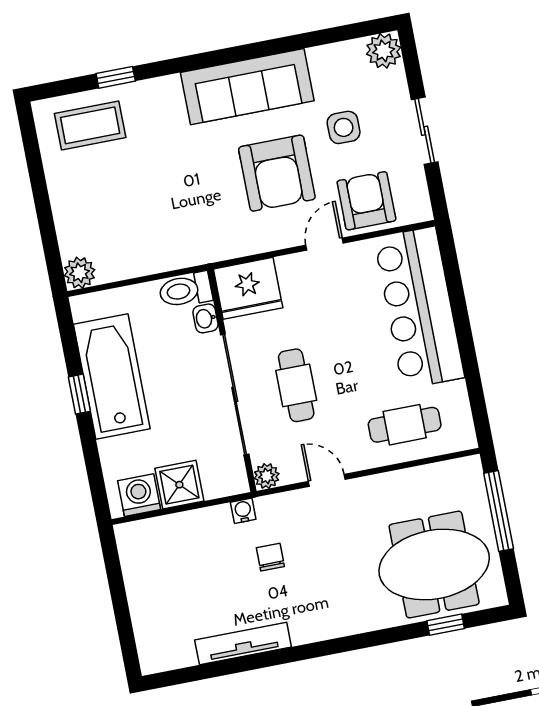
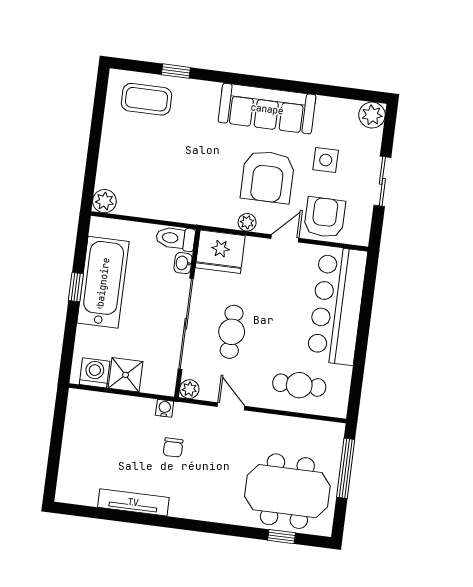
plant: (270, 240) -> (247, 222), added
chair: (270, 557) -> (173, 448), turned 180

